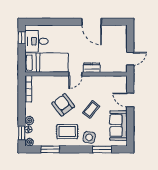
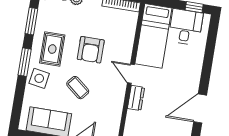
armchair: (63, 105) -> (91, 50), turned 127
window: (102, 149) -> (25, 62), moved

